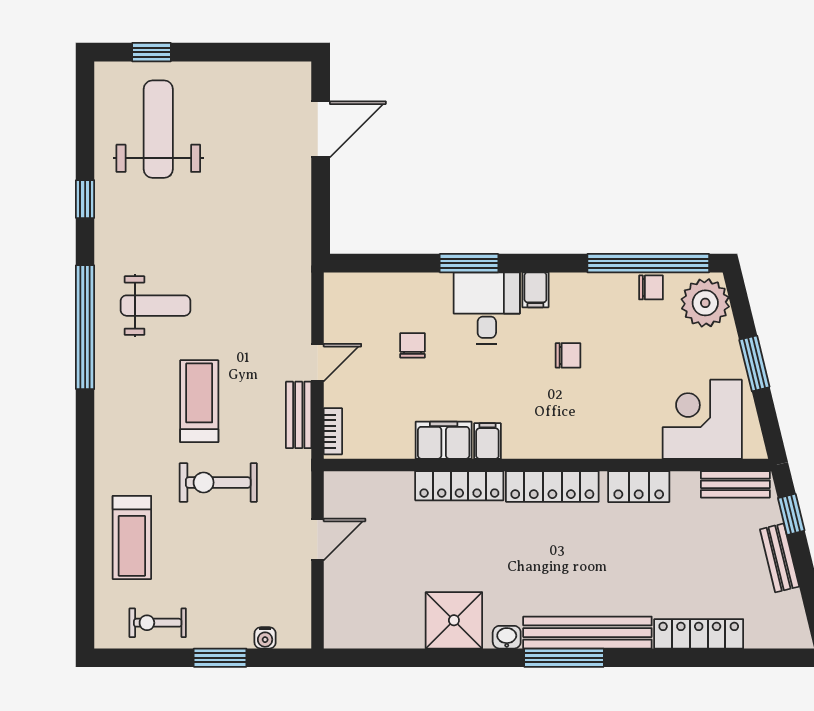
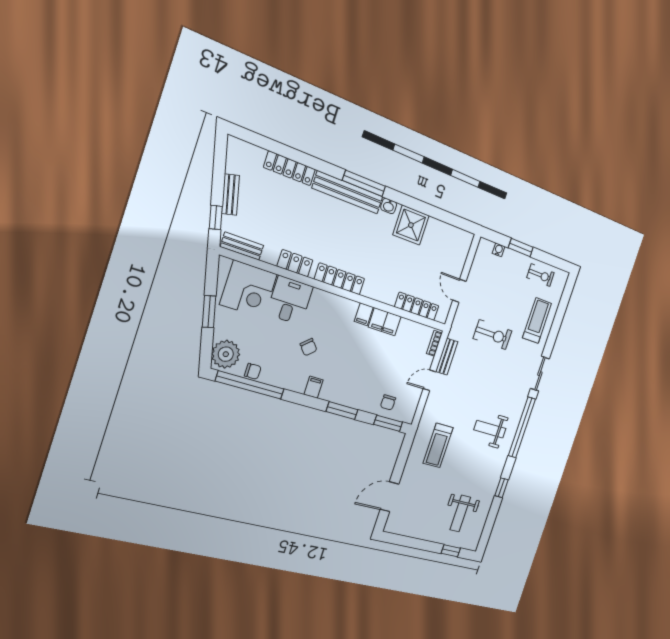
weight bench: (158, 129) -> (460, 513), width x0.73, depth x0.75
window: (372, 263) -> (388, 423), added
chair: (651, 287) -> (253, 371), turned 180
desk: (487, 308) -> (290, 300), moved, turned 180
chair: (412, 345) -> (388, 402), moved
chair: (568, 355) -> (308, 347), turned -131
treadmill: (199, 401) -> (438, 445), moved
sliding door: (85, 440) -> (540, 374), added
locker: (459, 486) -> (417, 306), moved
door: (318, 539) -> (459, 291), hinge flipped

